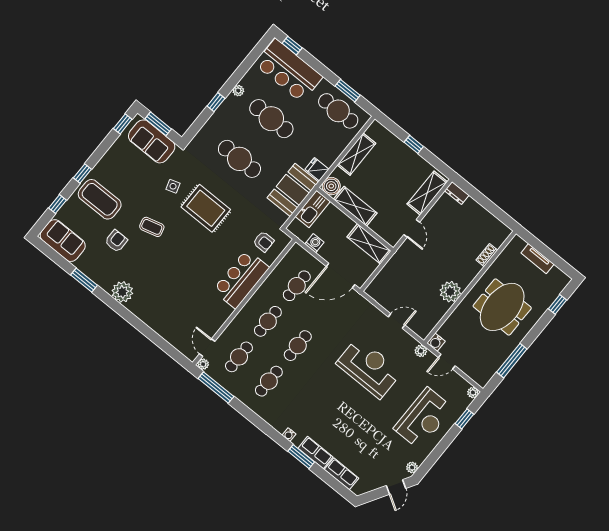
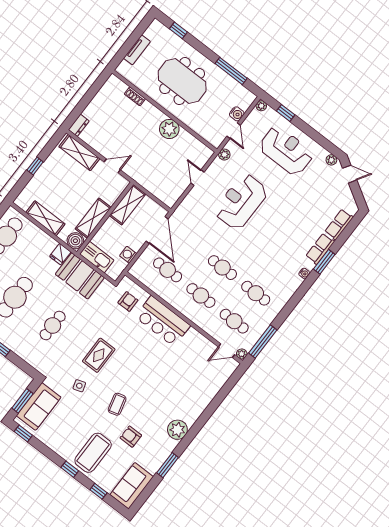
cafe table: (239, 159) -> (53, 325), width x0.73, depth x0.74
rug: (206, 208) -> (99, 355), width x0.73, depth x0.70
water cooler: (436, 342) -> (237, 114), moved

